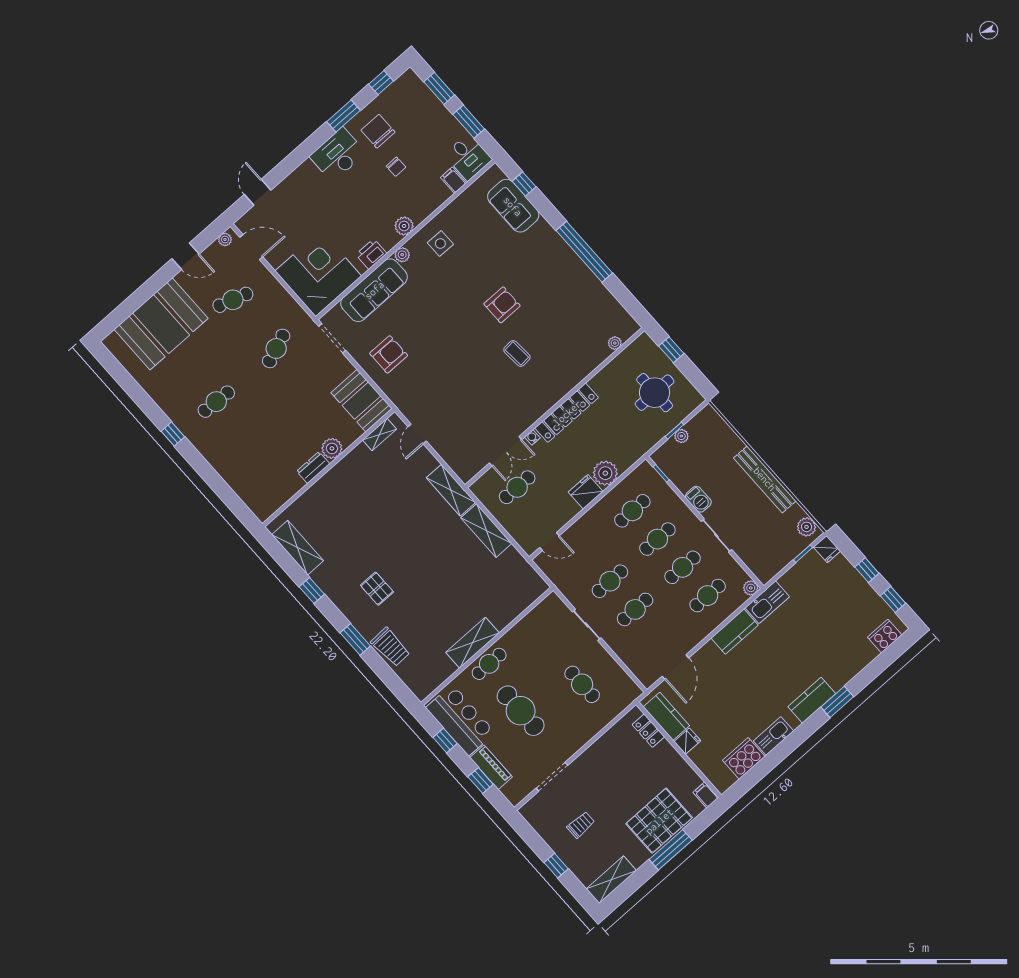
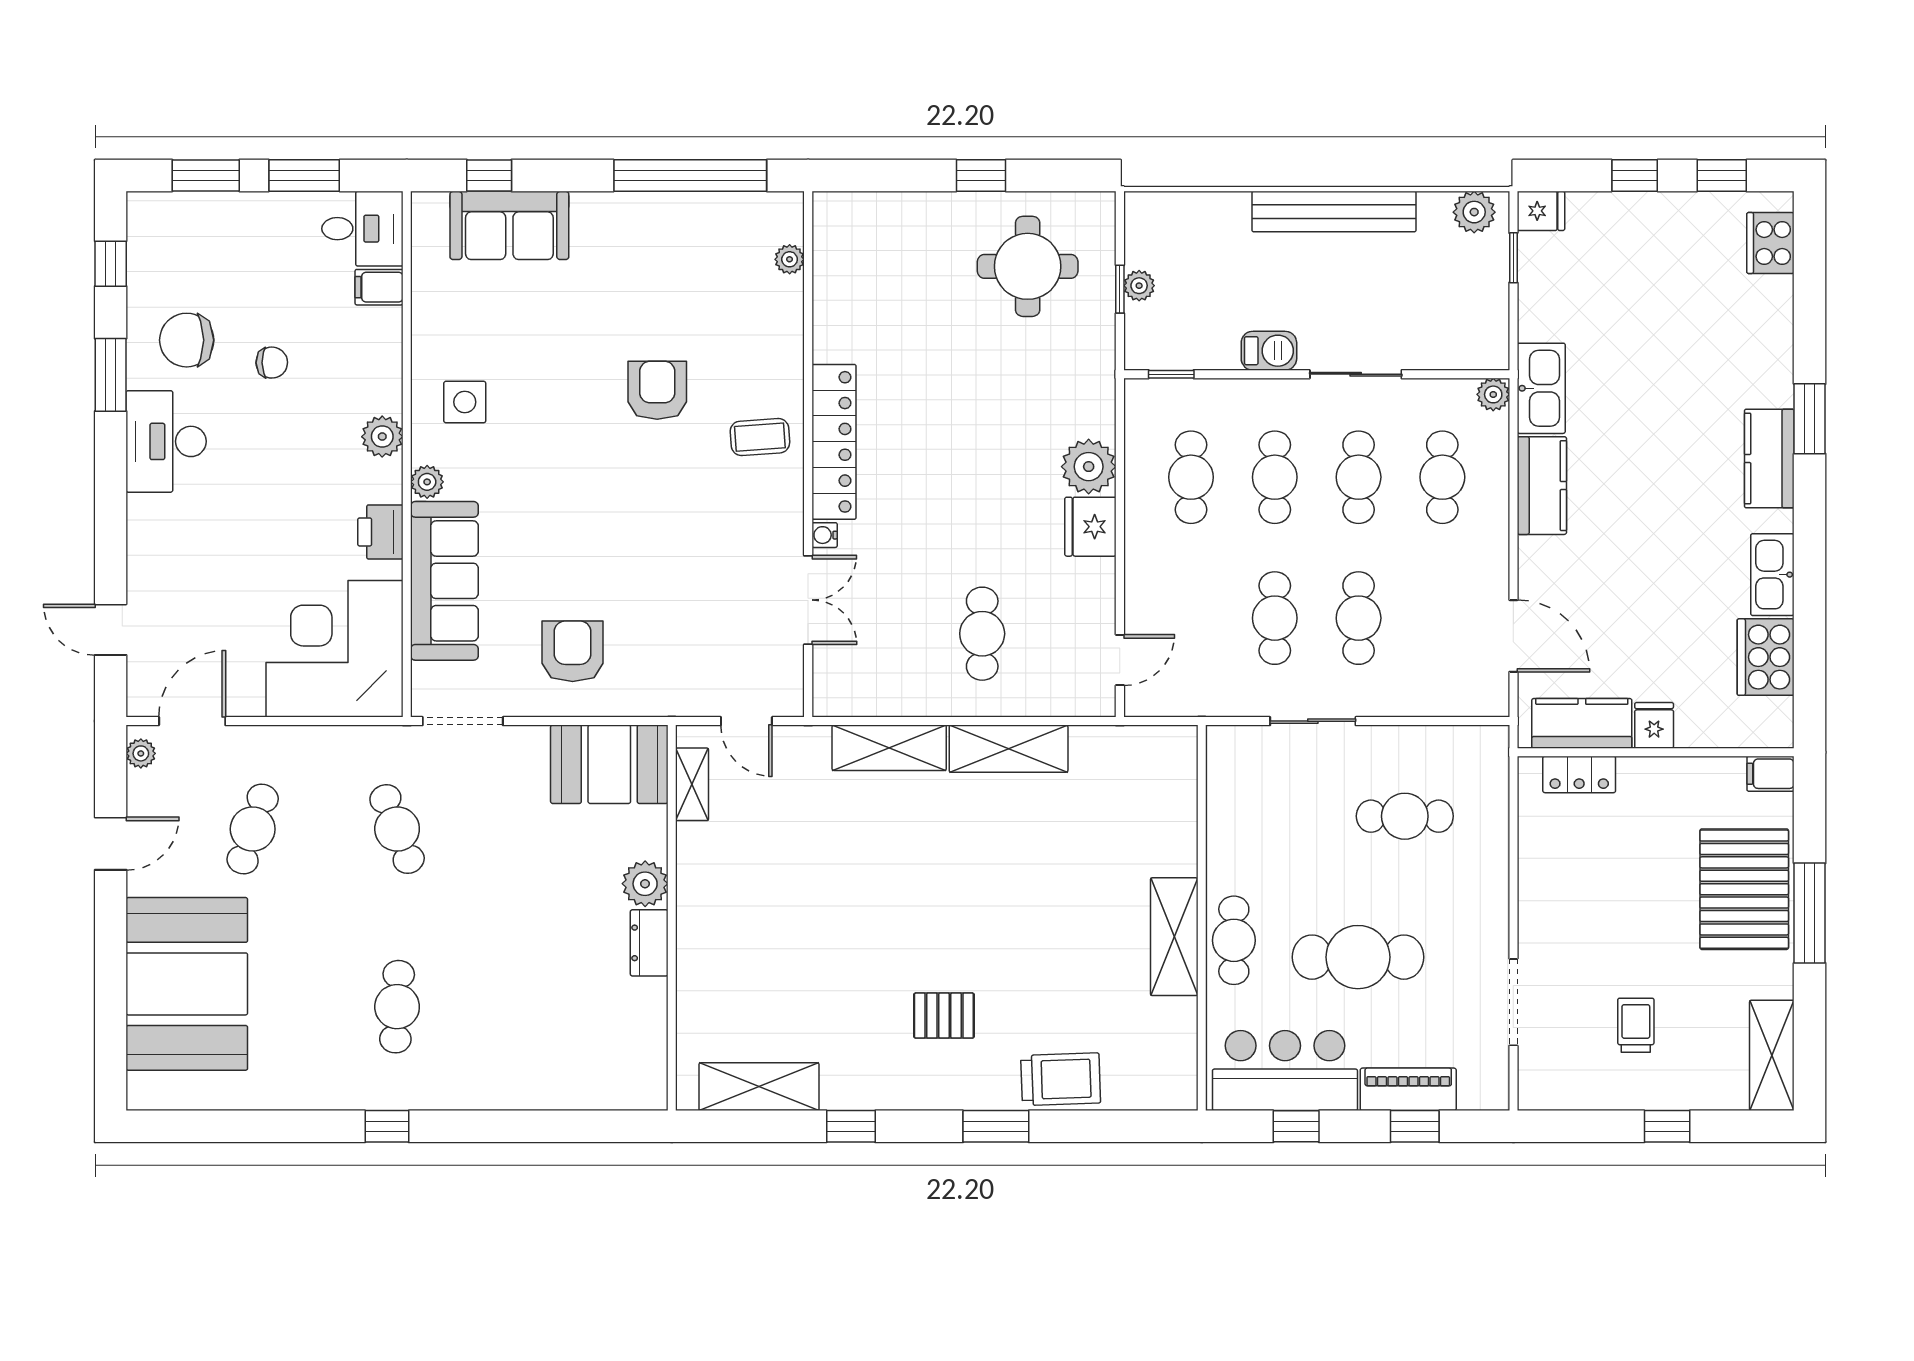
plant: (615, 343) -> (790, 259), moved
wall: (555, 408) -> (808, 454), moved
locker: (567, 413) -> (834, 442), moved
water cooler: (532, 437) -> (825, 535), moved
double door: (506, 451) -> (808, 600), moved

